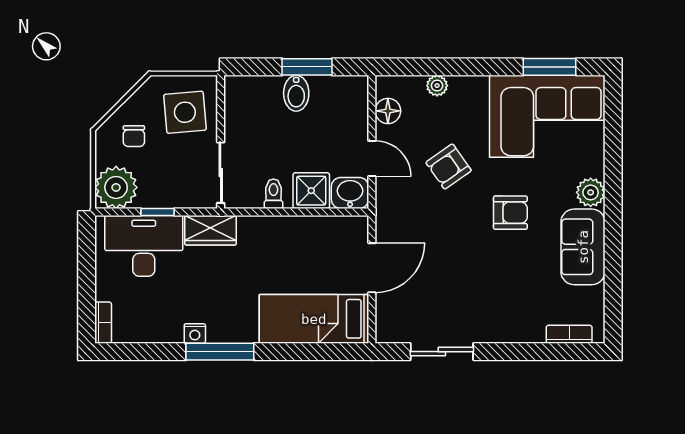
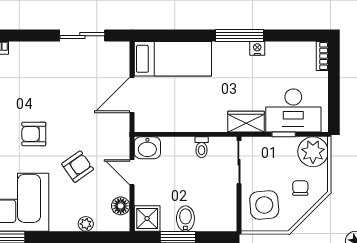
shower: (311, 191) -> (147, 218), moved

